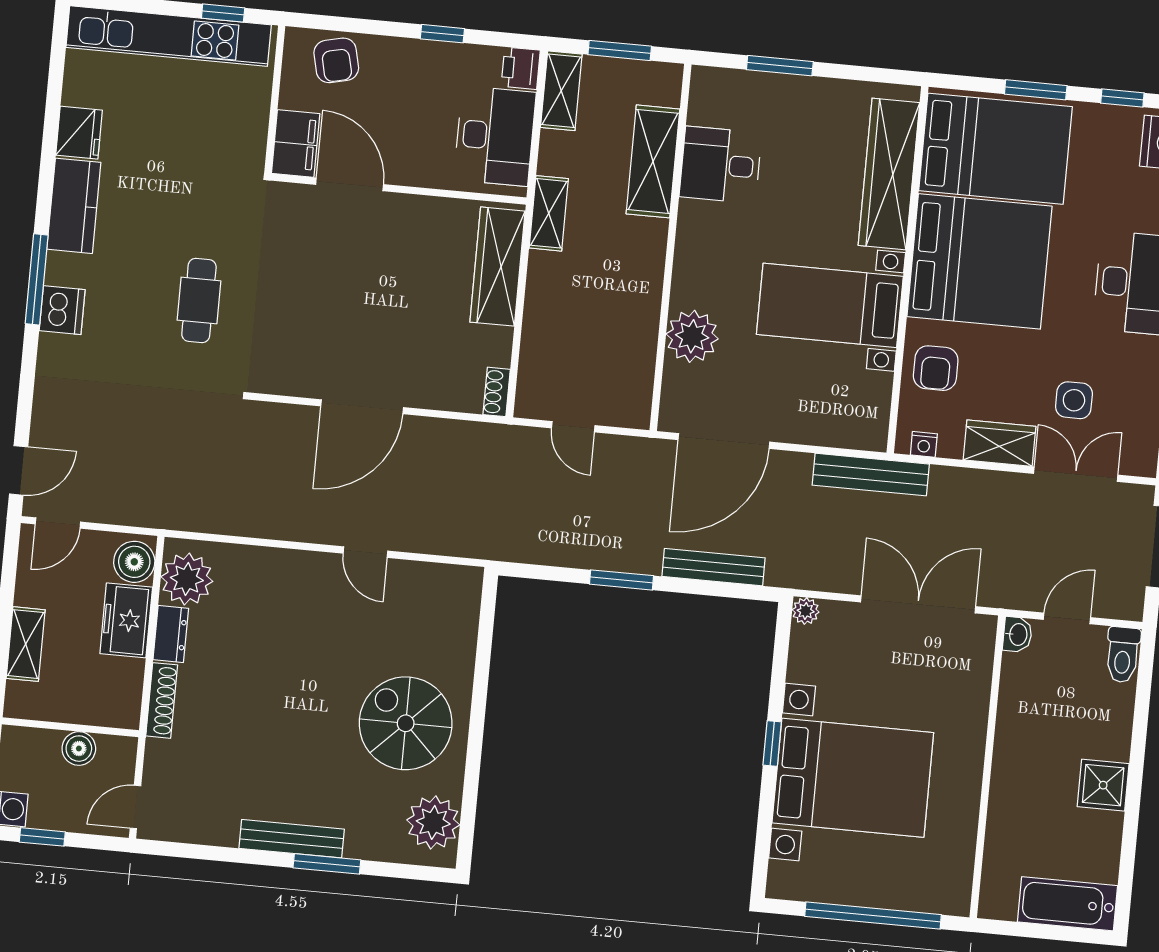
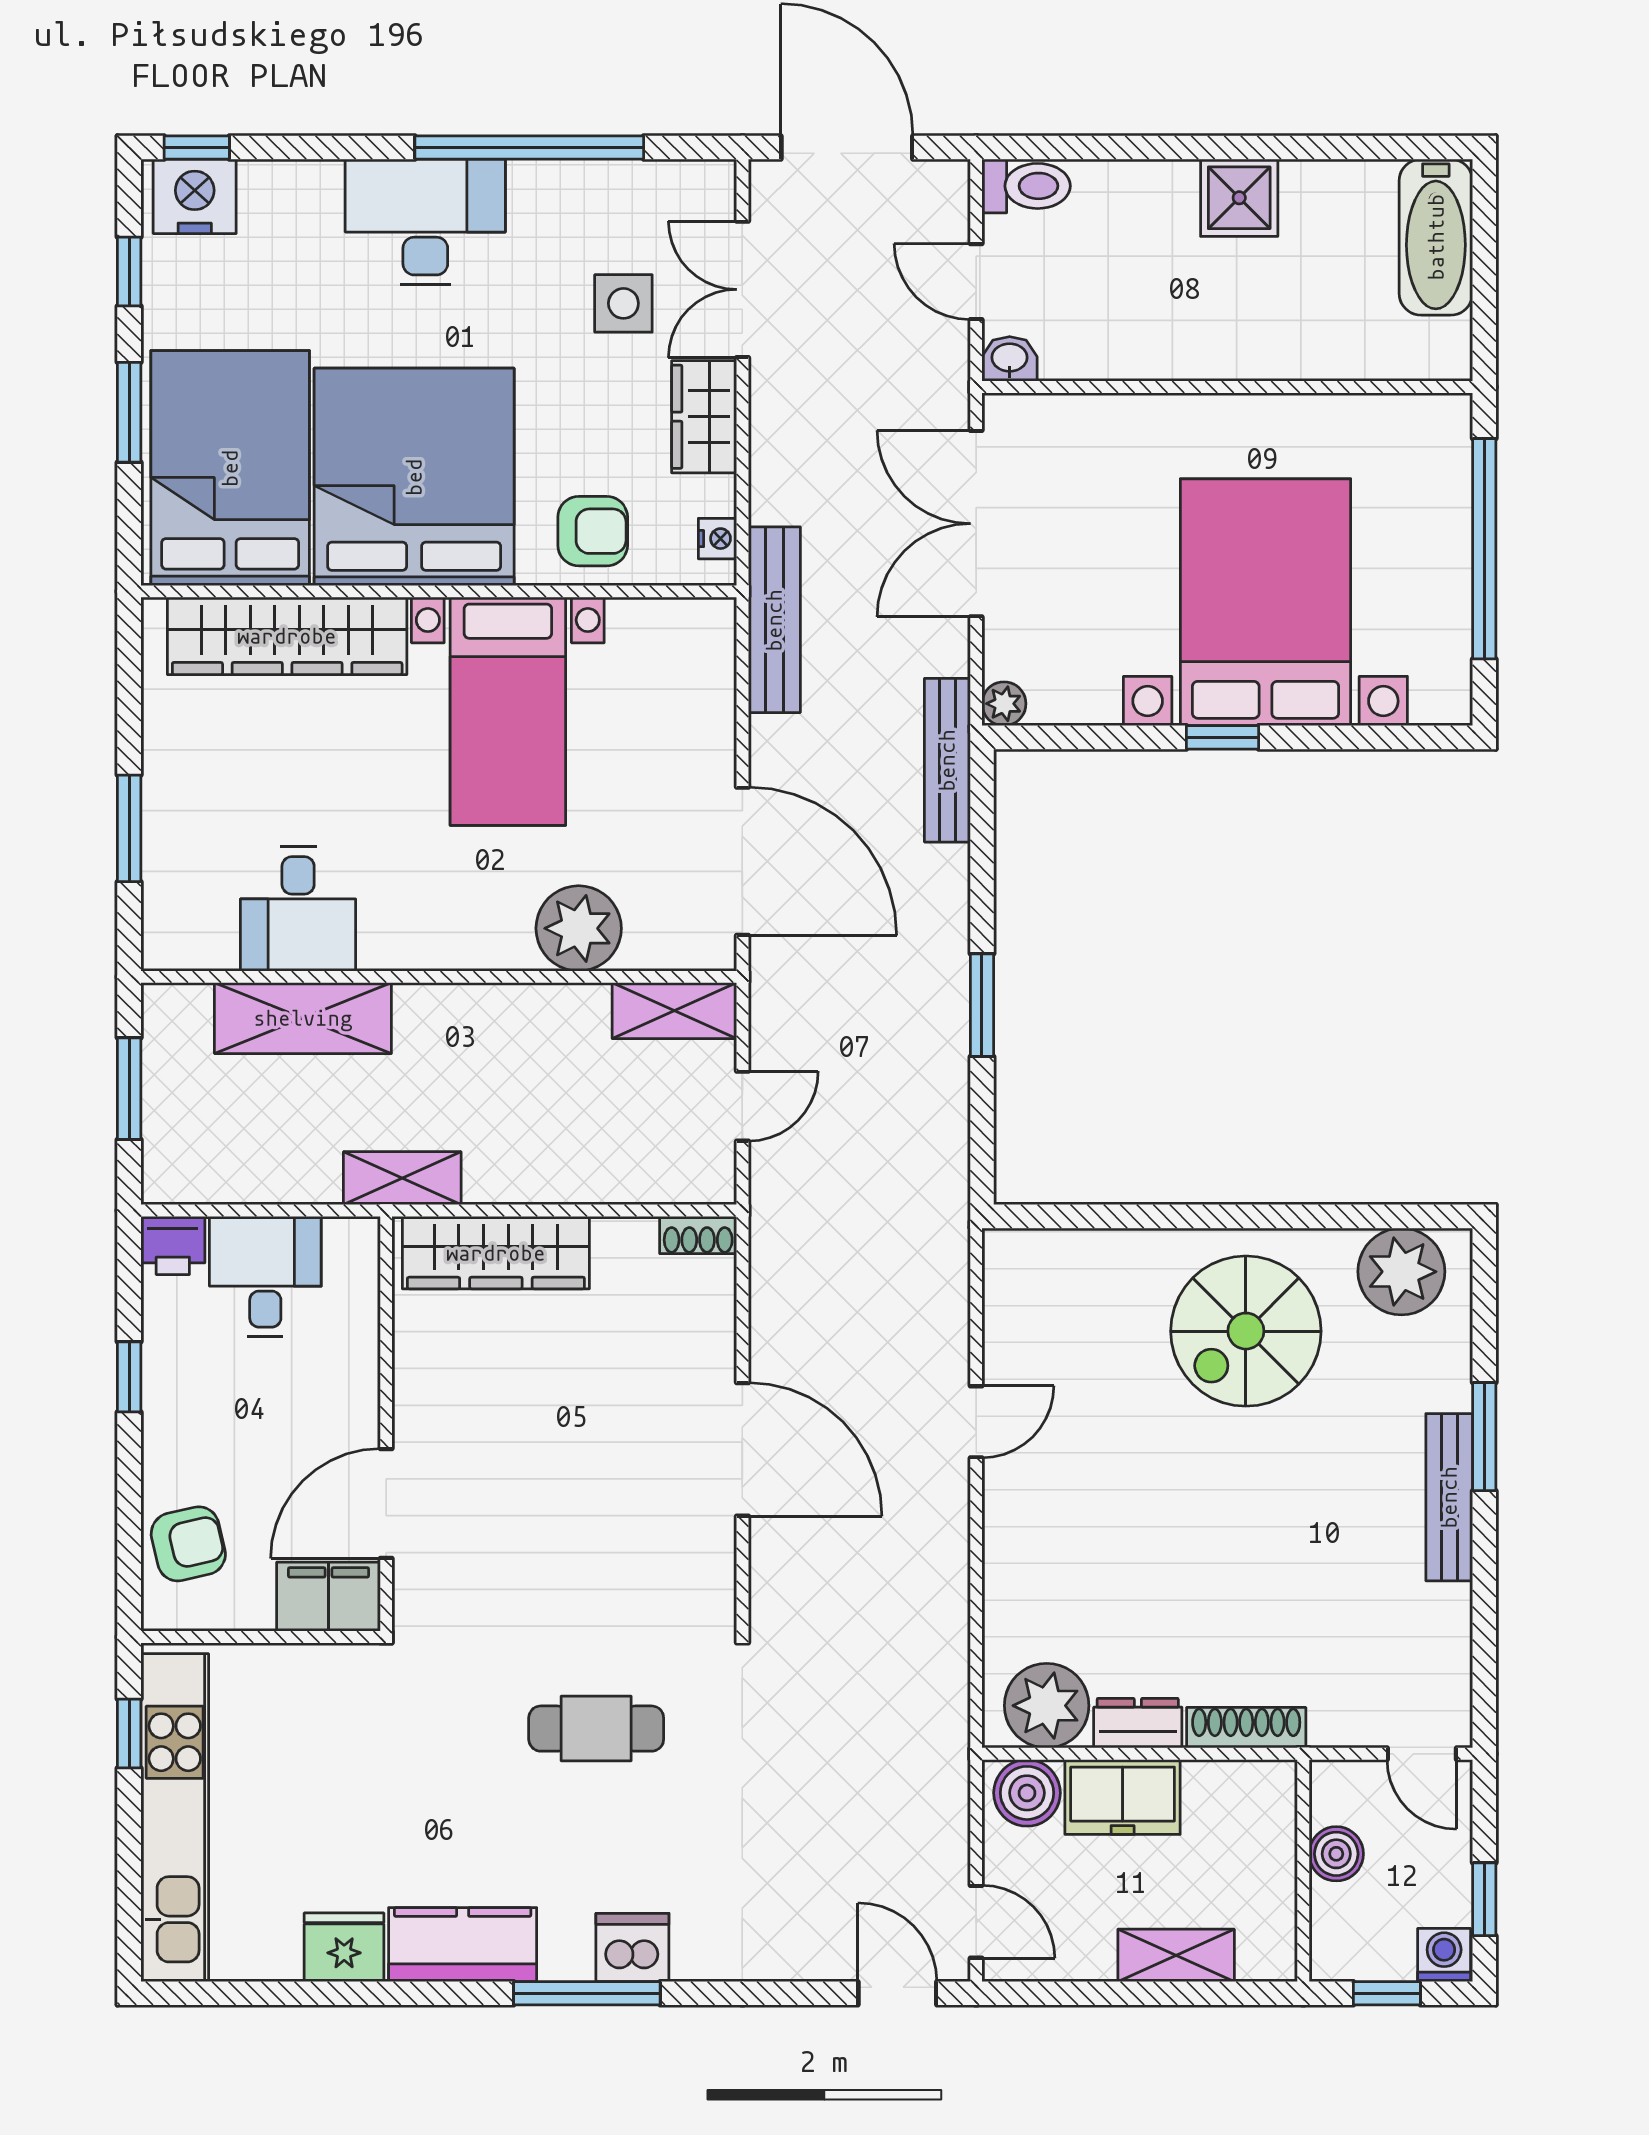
shelving: (561, 91) -> (674, 1011), moved
desk: (495, 136) -> (265, 1277), width x0.73
bench: (713, 567) -> (947, 760), moved

